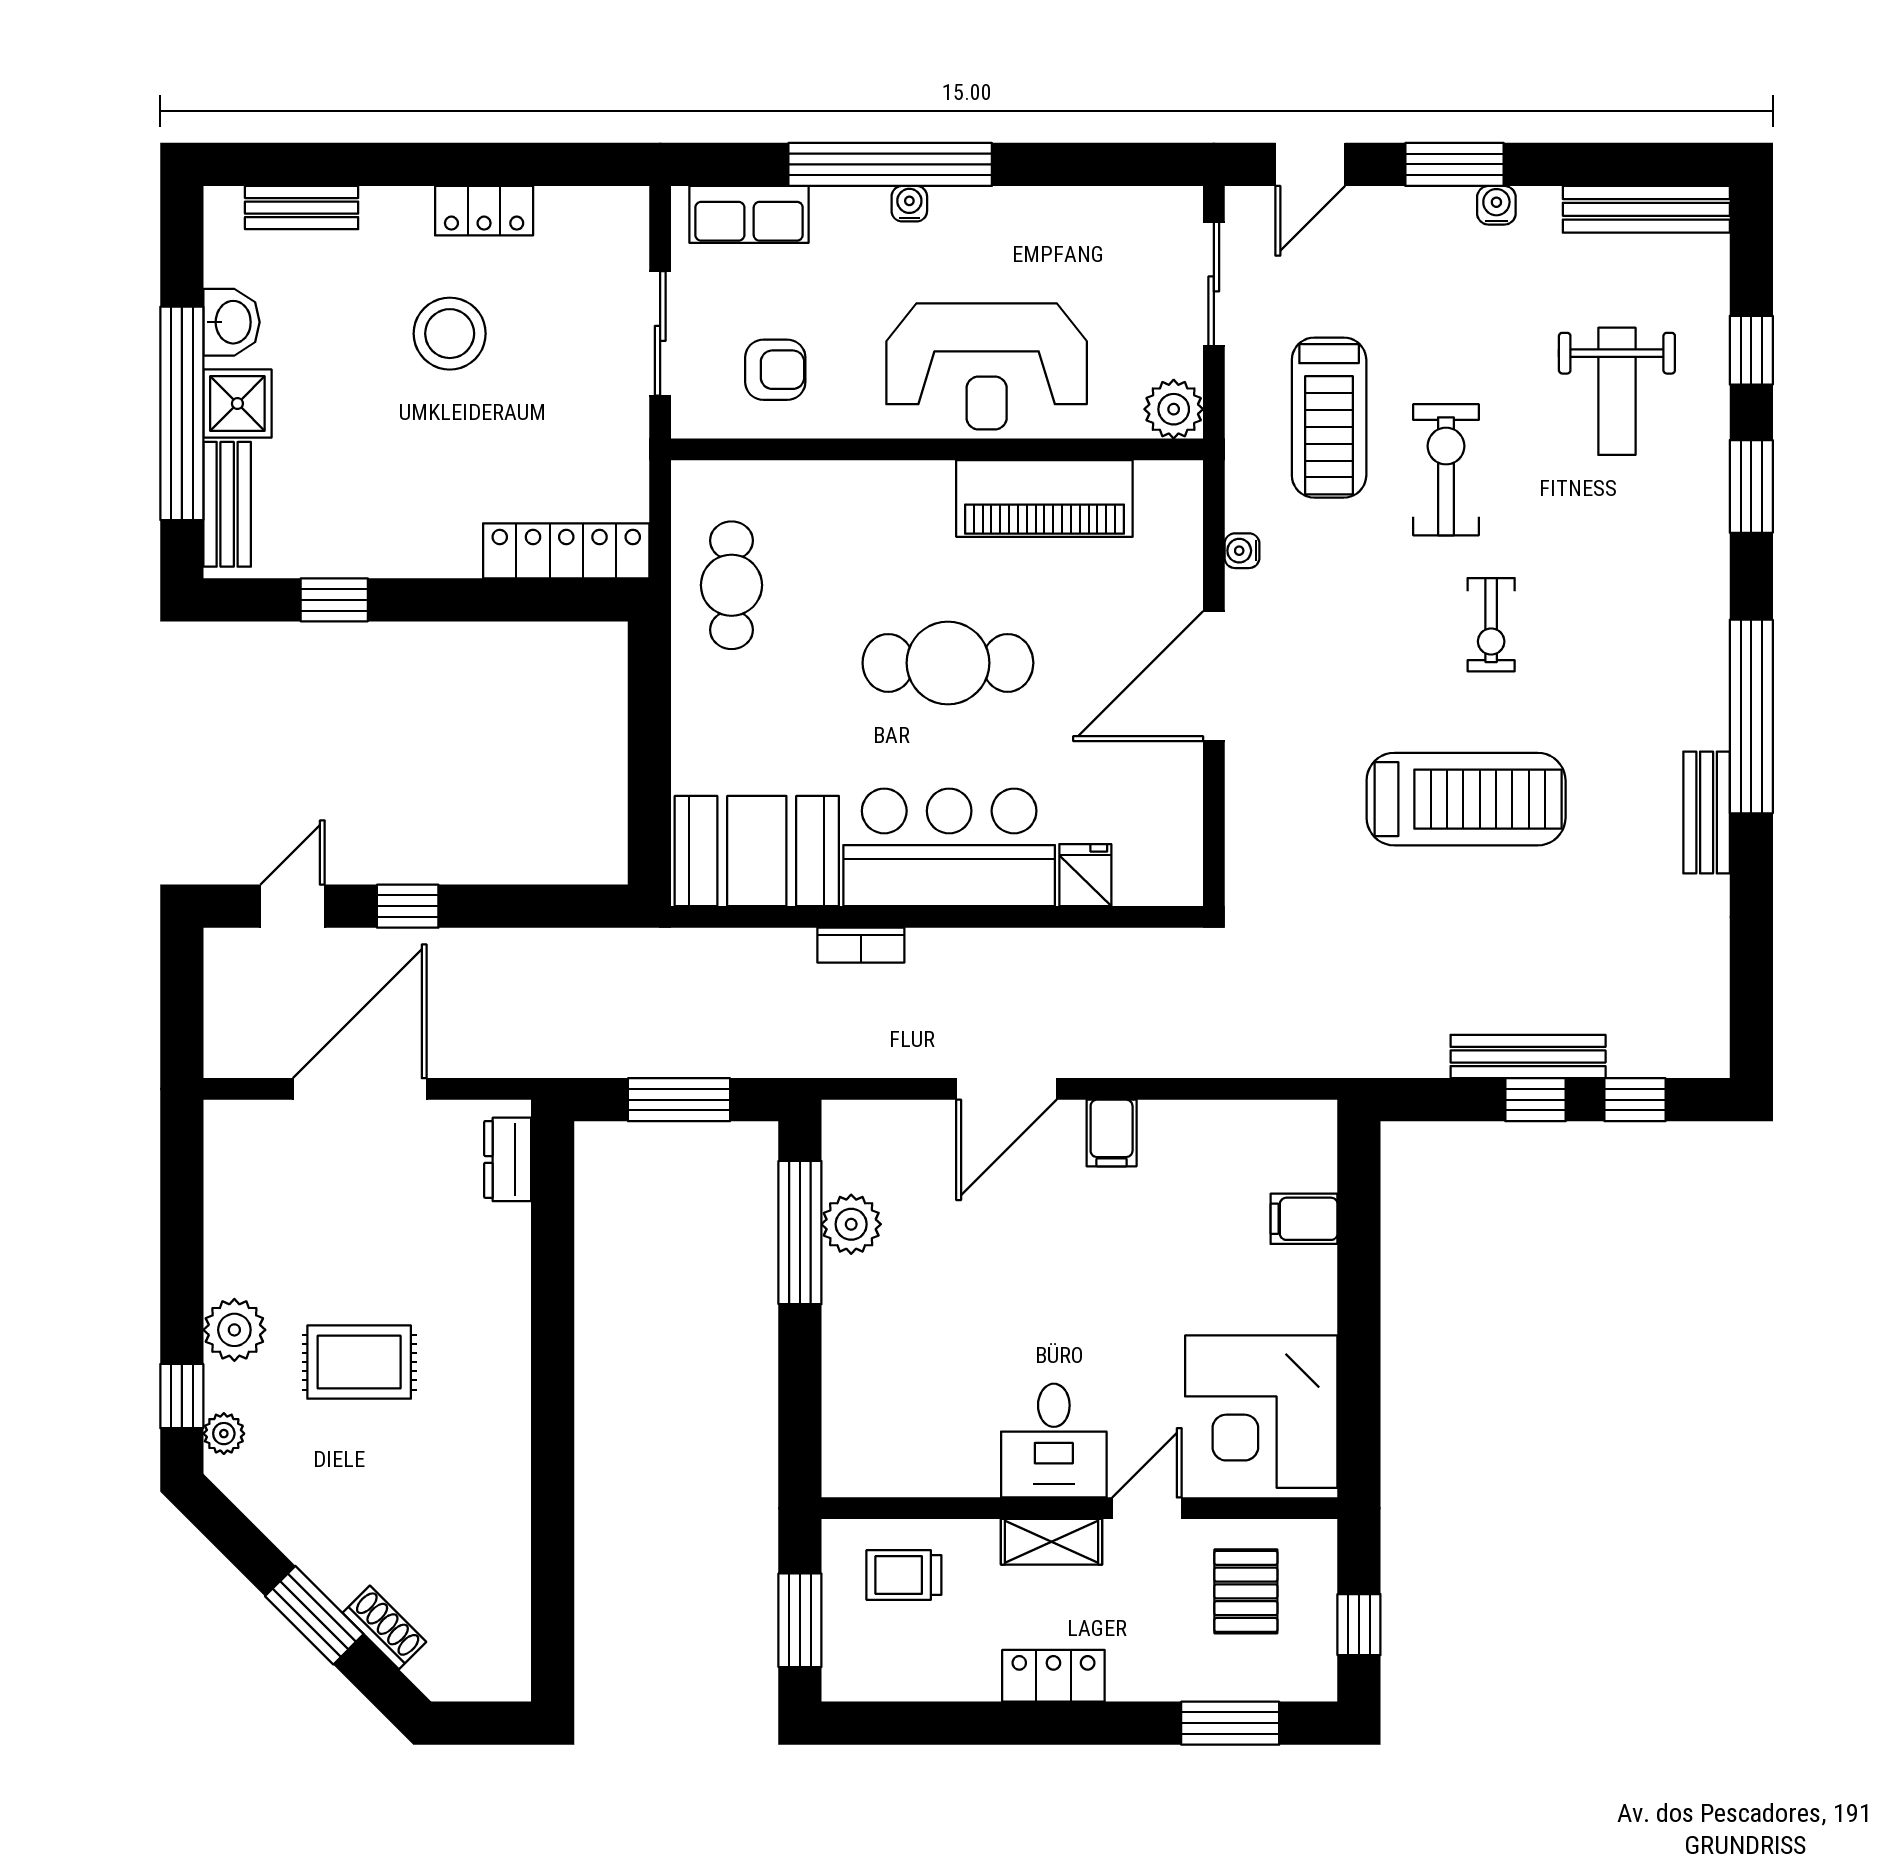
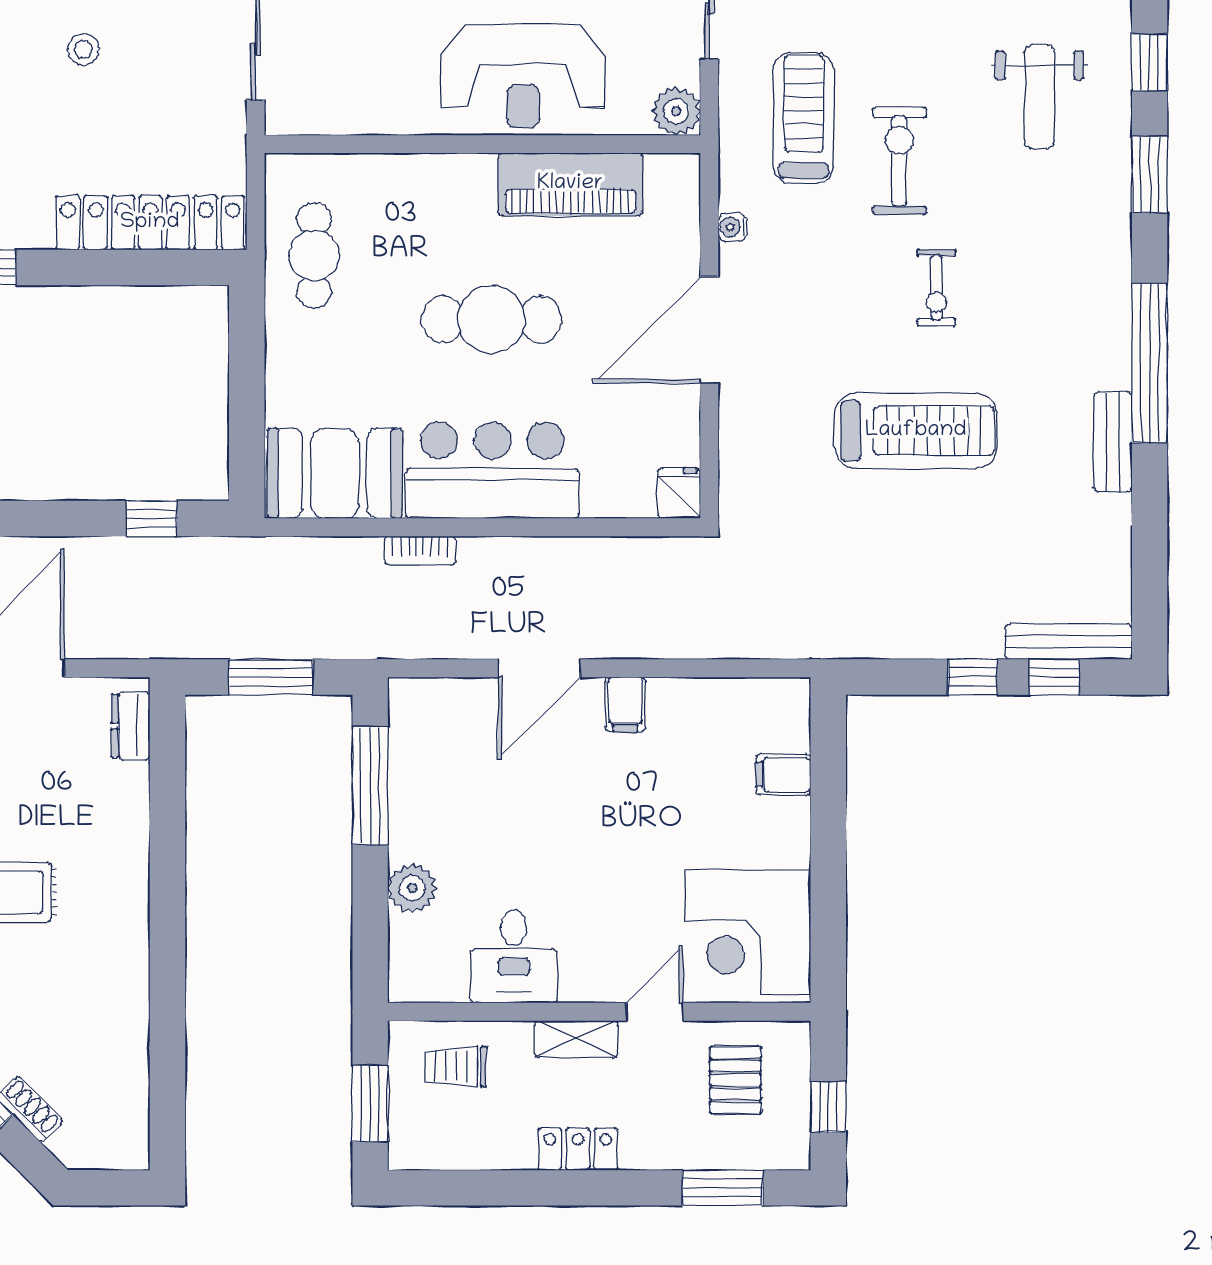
stool: (450, 334) -> (83, 49), width x0.53, depth x0.53
armchair: (775, 370) -> (350, 79), removed
treadmill: (1329, 418) -> (804, 118), turned 180
locker: (566, 551) -> (150, 223), width x1.41, depth x1.21
fridge: (1085, 875) -> (679, 493), moved
window: (408, 906) -> (152, 518), moved
bench: (1528, 1057) -> (1069, 642), moved
plant: (851, 1224) -> (412, 888), moved
desk: (1054, 1441) -> (514, 956), moved

